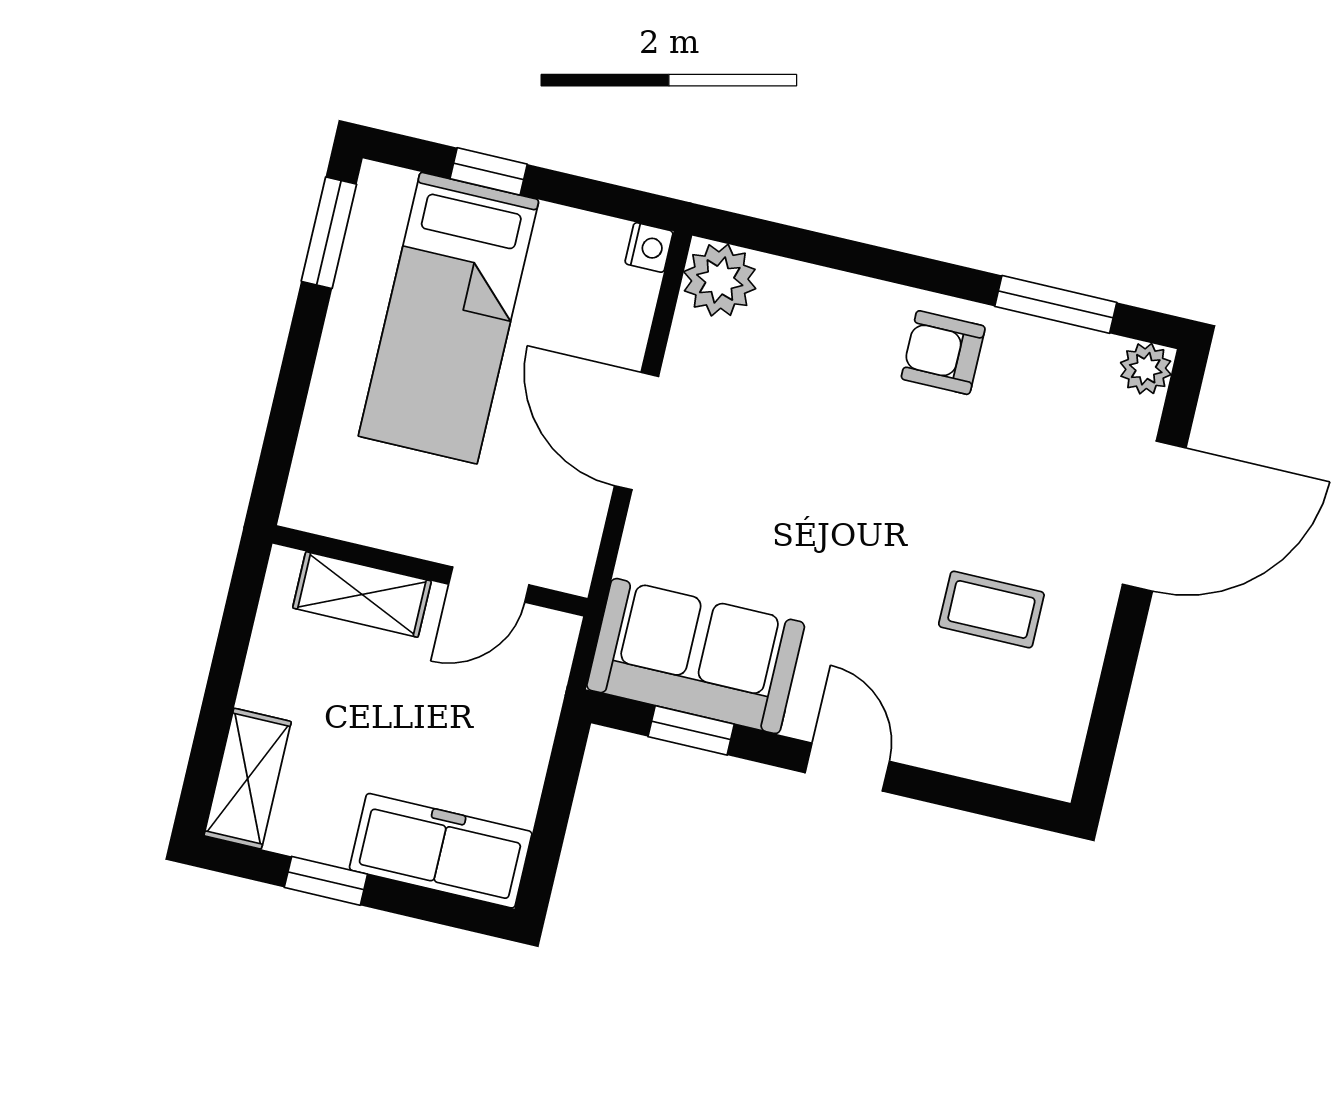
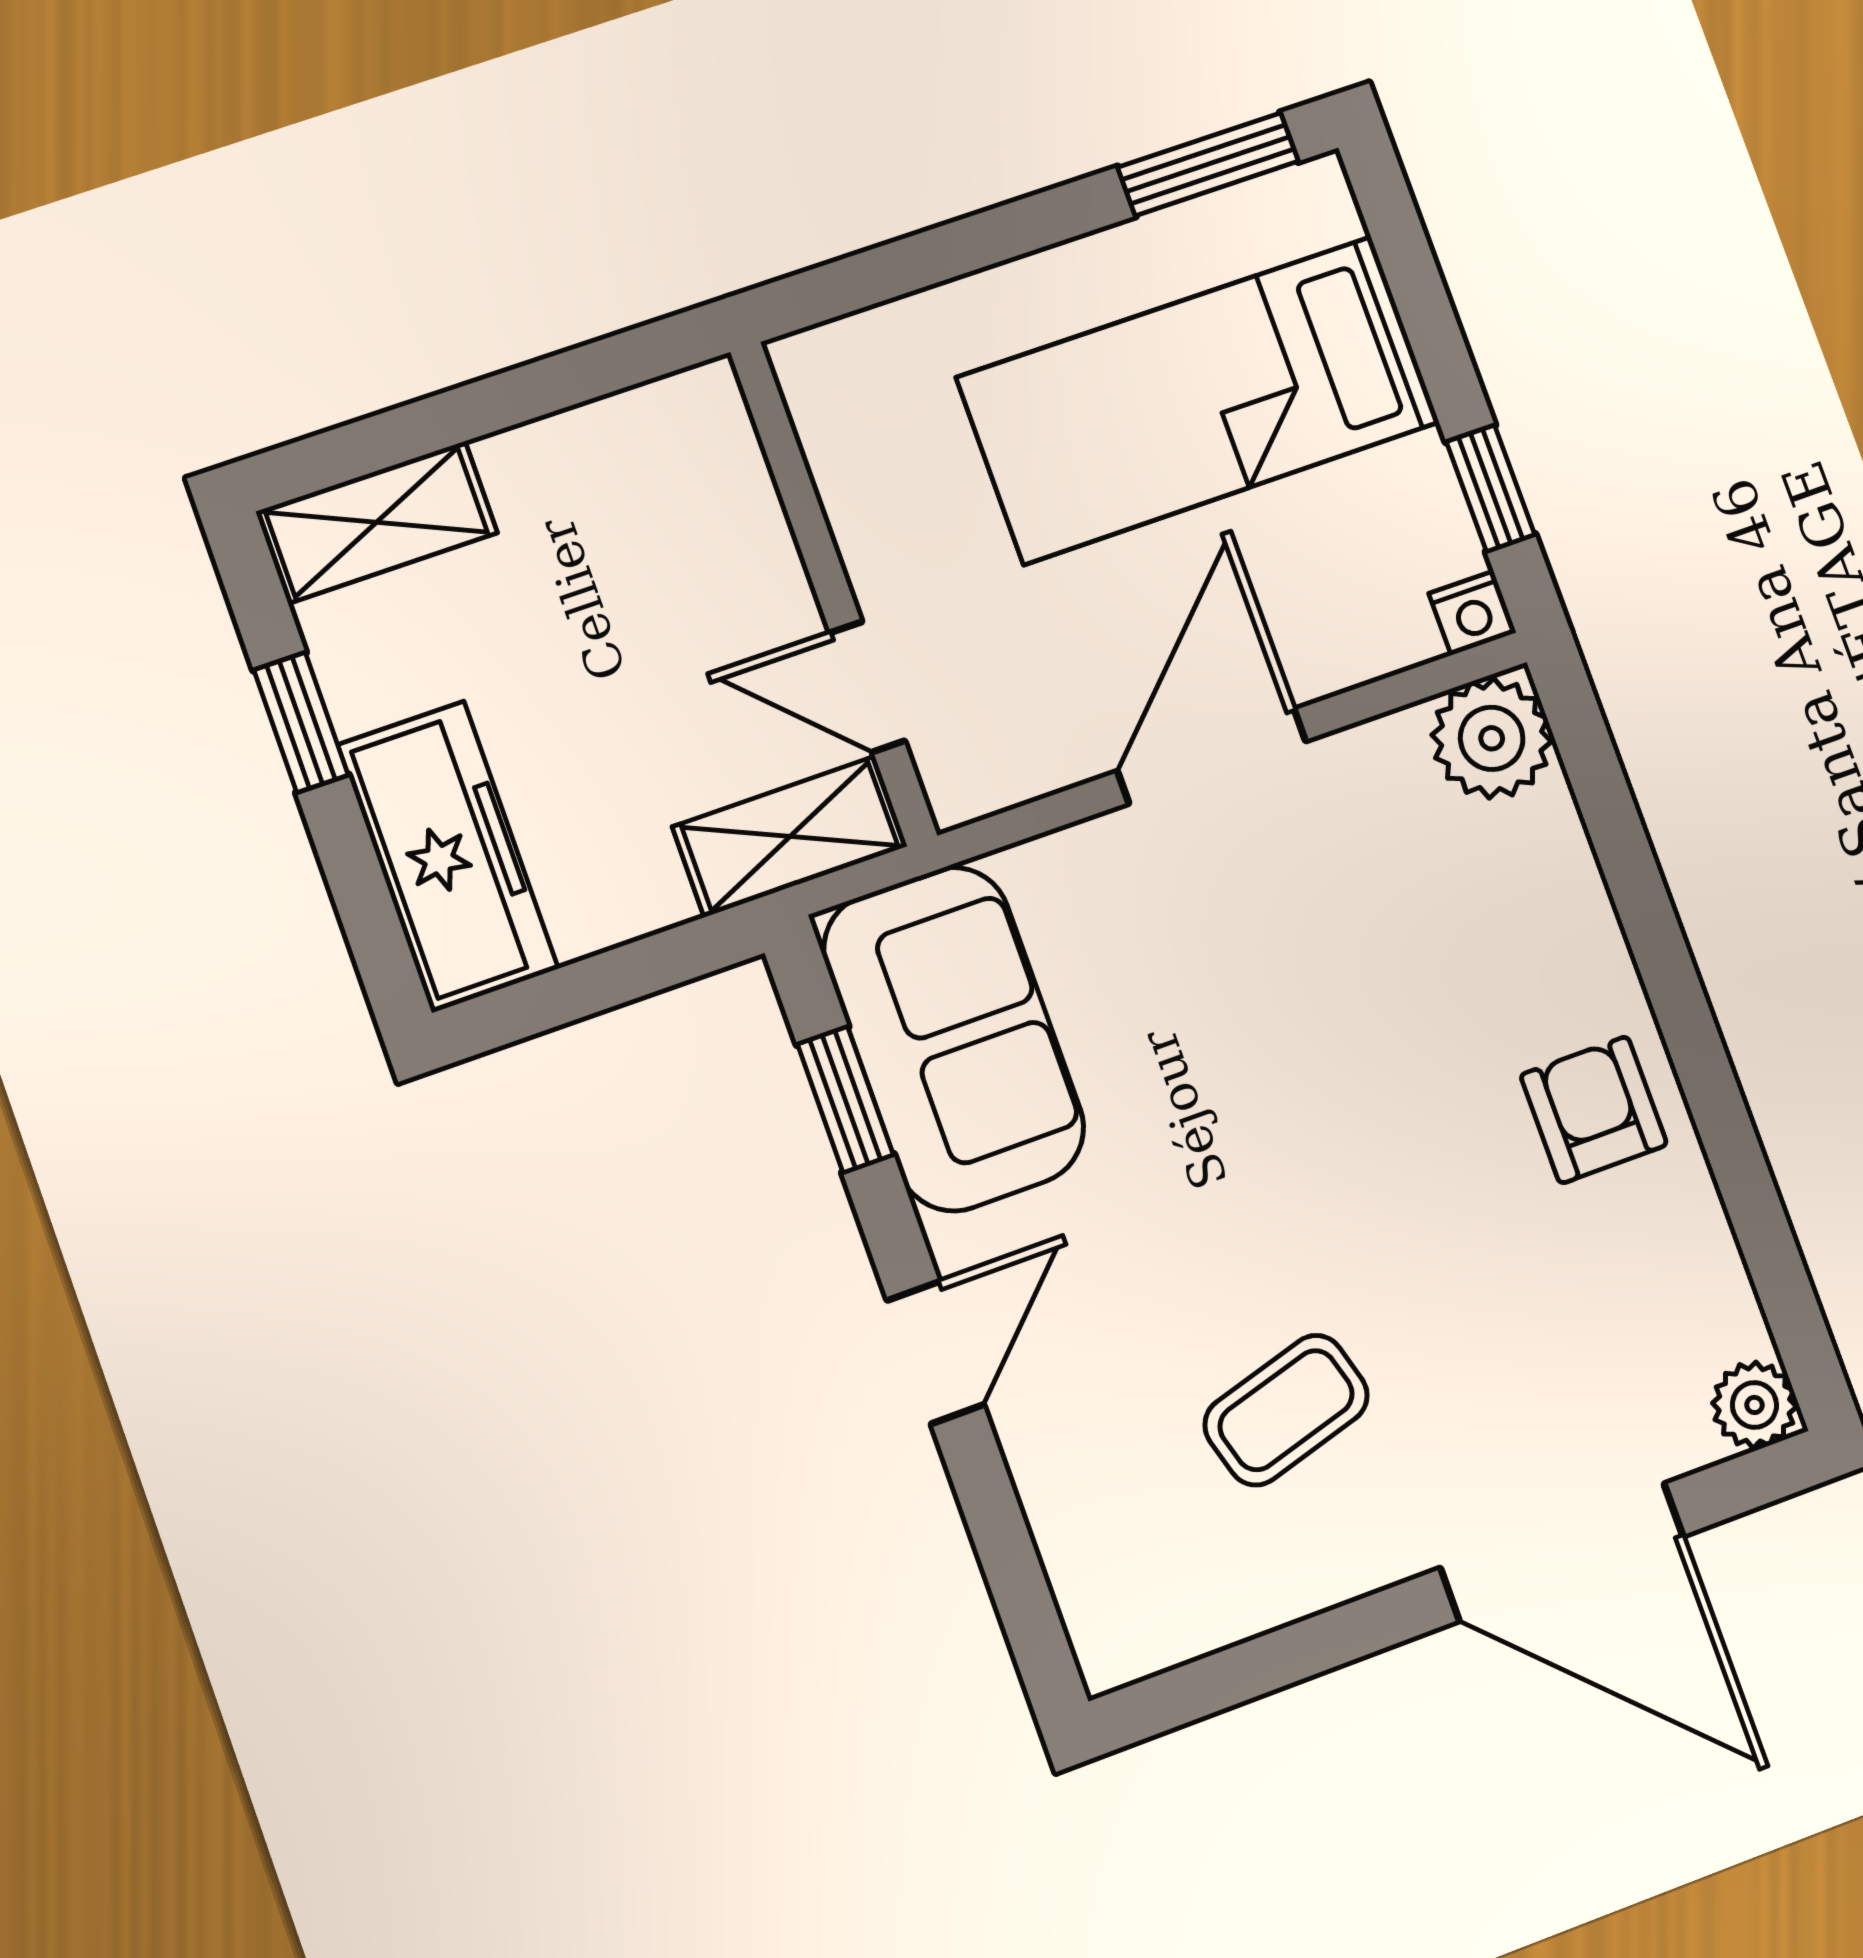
window: (489, 171) -> (1490, 488), moved
window: (1056, 304) -> (1760, 1222), removed
shelving: (362, 594) -> (790, 836), moved, turned 90
coffee table: (991, 609) -> (1286, 1410), turned 74

